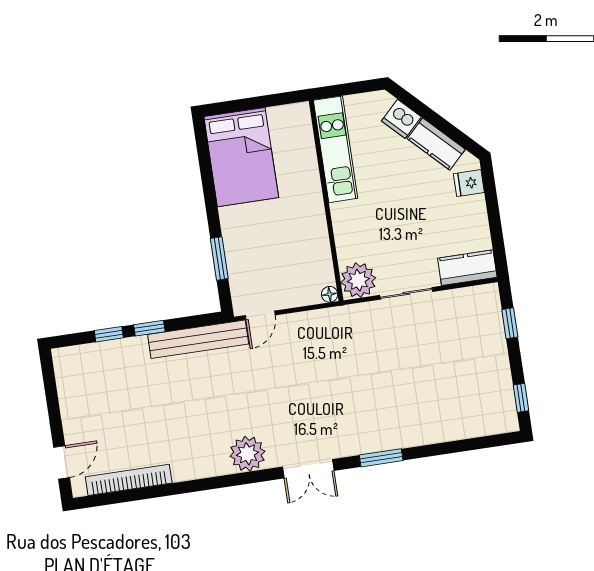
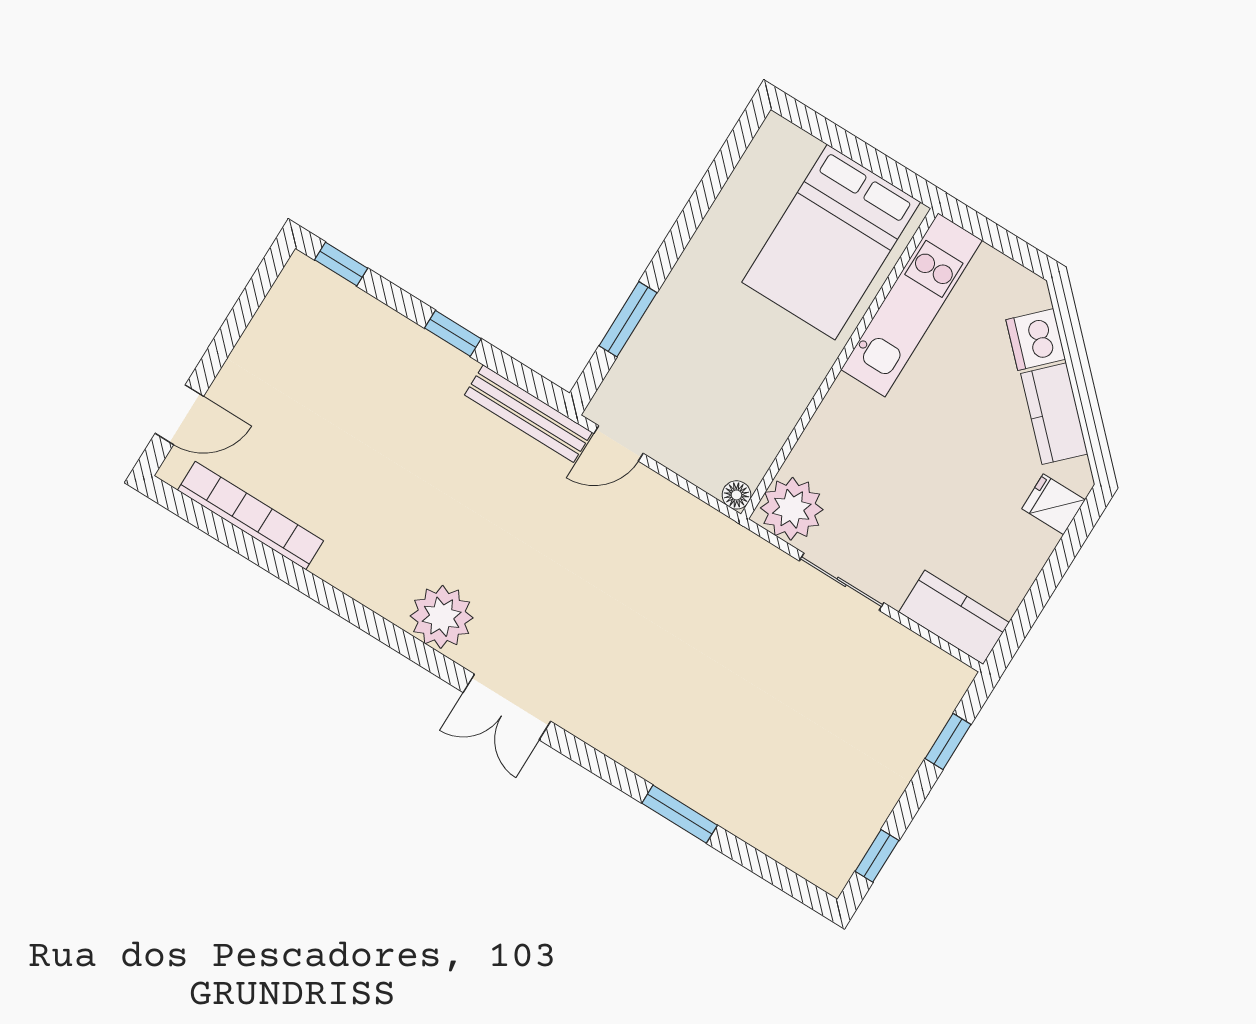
bed: (241, 157) -> (831, 242), moved
window: (109, 334) -> (341, 264), moved
bench: (198, 339) -> (528, 414), width x0.73, depth x0.82
window: (381, 458) -> (680, 814), moved

